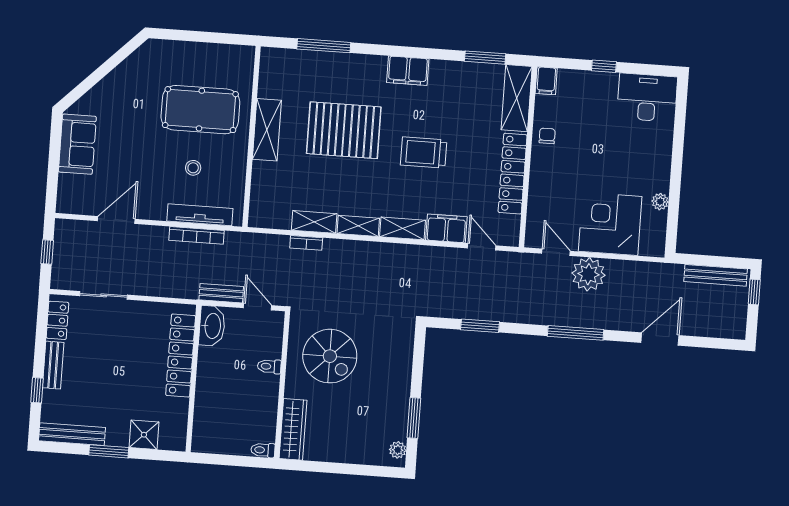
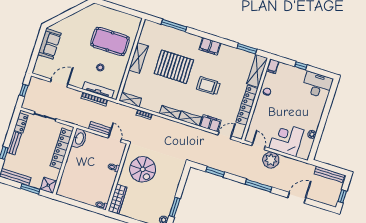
shelving: (314, 222) -> (130, 99), moved
door: (482, 247) -> (225, 136), hinge flipped
window: (754, 292) -> (342, 196), moved
washbasin: (212, 326) -> (79, 138), moved
locker: (181, 355) -> (61, 149), moved
wall: (193, 378) -> (65, 161), moved

